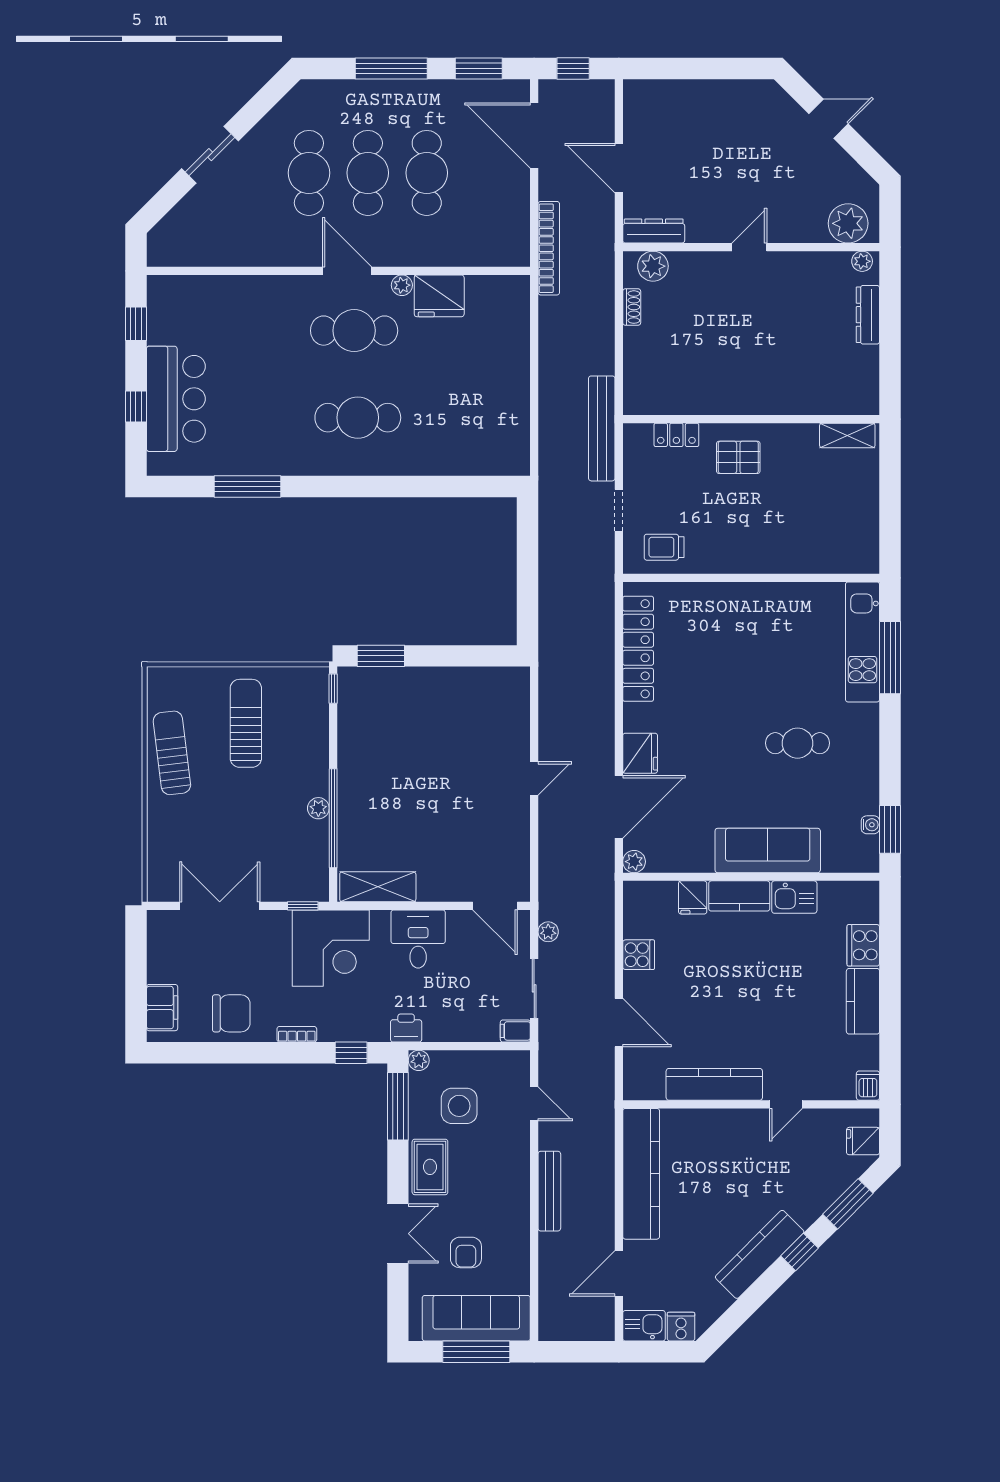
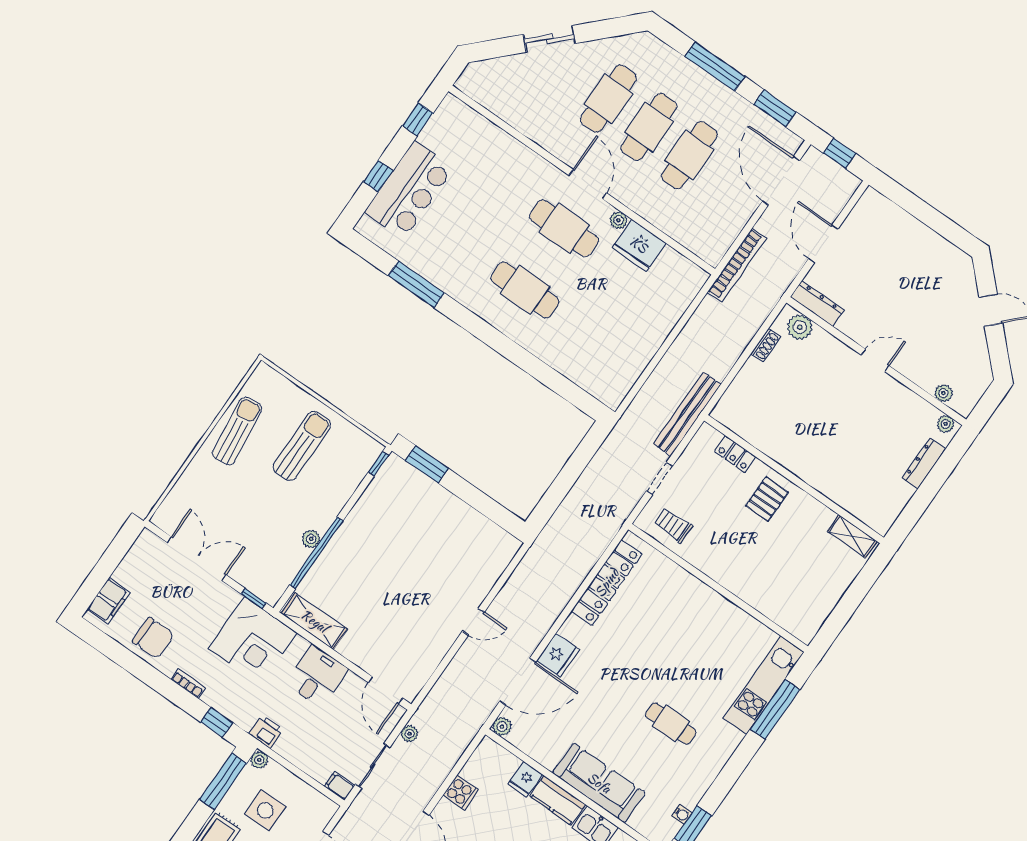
plant: (848, 223) -> (943, 393), width x0.53, depth x0.53
pallet: (738, 457) -> (767, 499), turned 90

